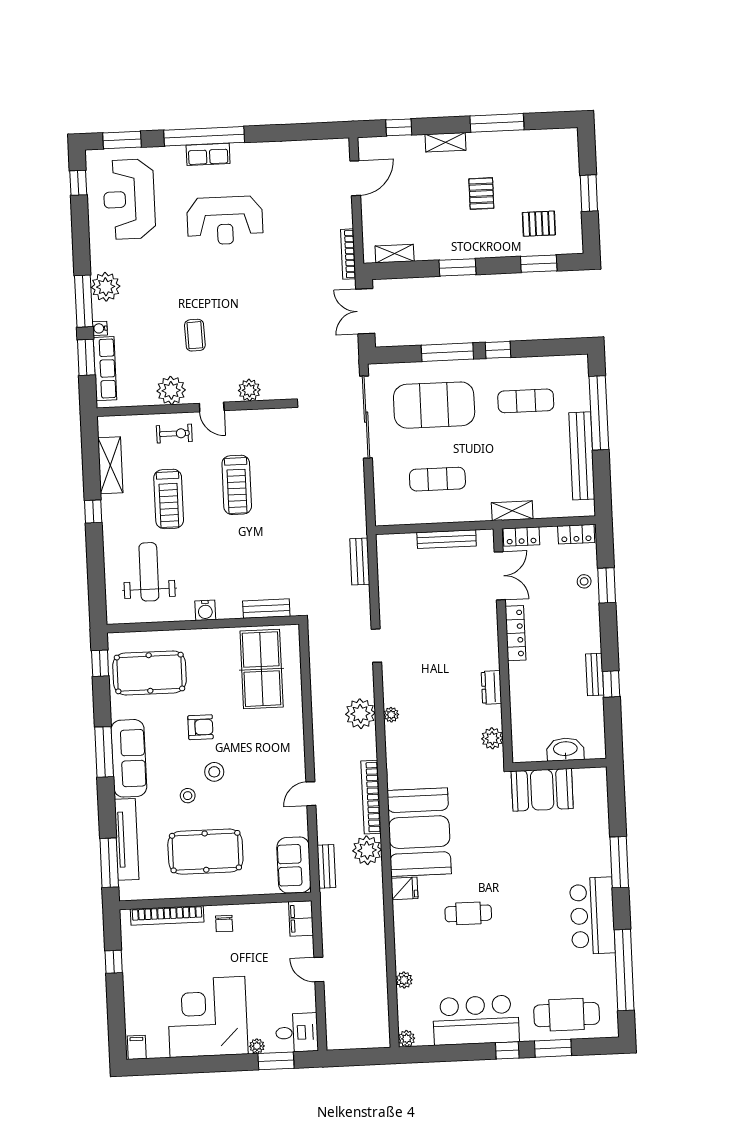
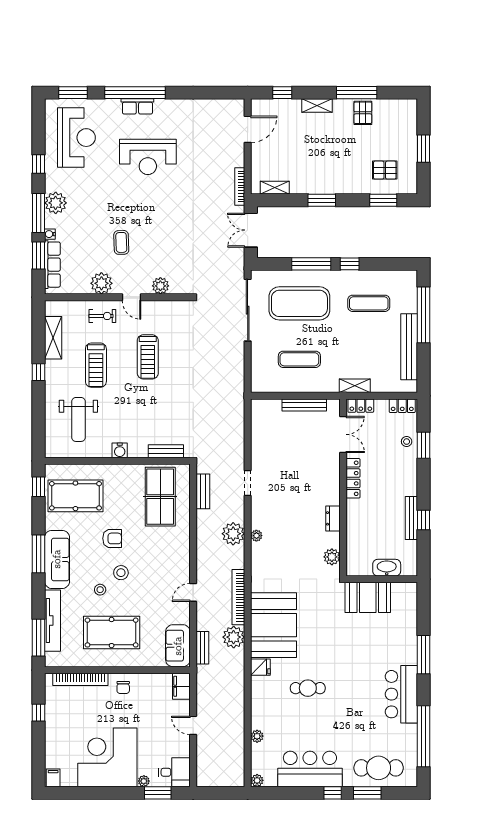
window: (78, 183) -> (39, 164), moved
pallet: (481, 194) -> (363, 113), moved
reception desk: (129, 199) -> (76, 138), turned 180
bench: (360, 562) -> (203, 491), moved
weight bench: (149, 572) -> (78, 419), turned 180
bench: (595, 674) -> (411, 518), width x1.36

